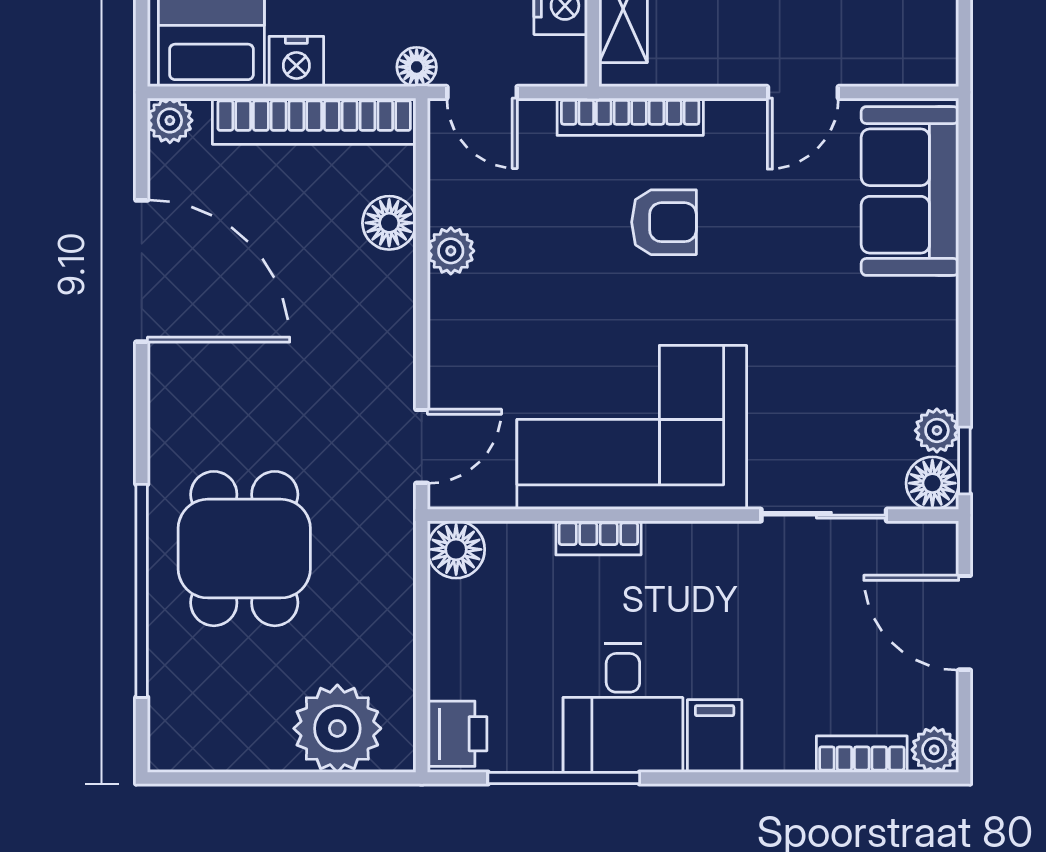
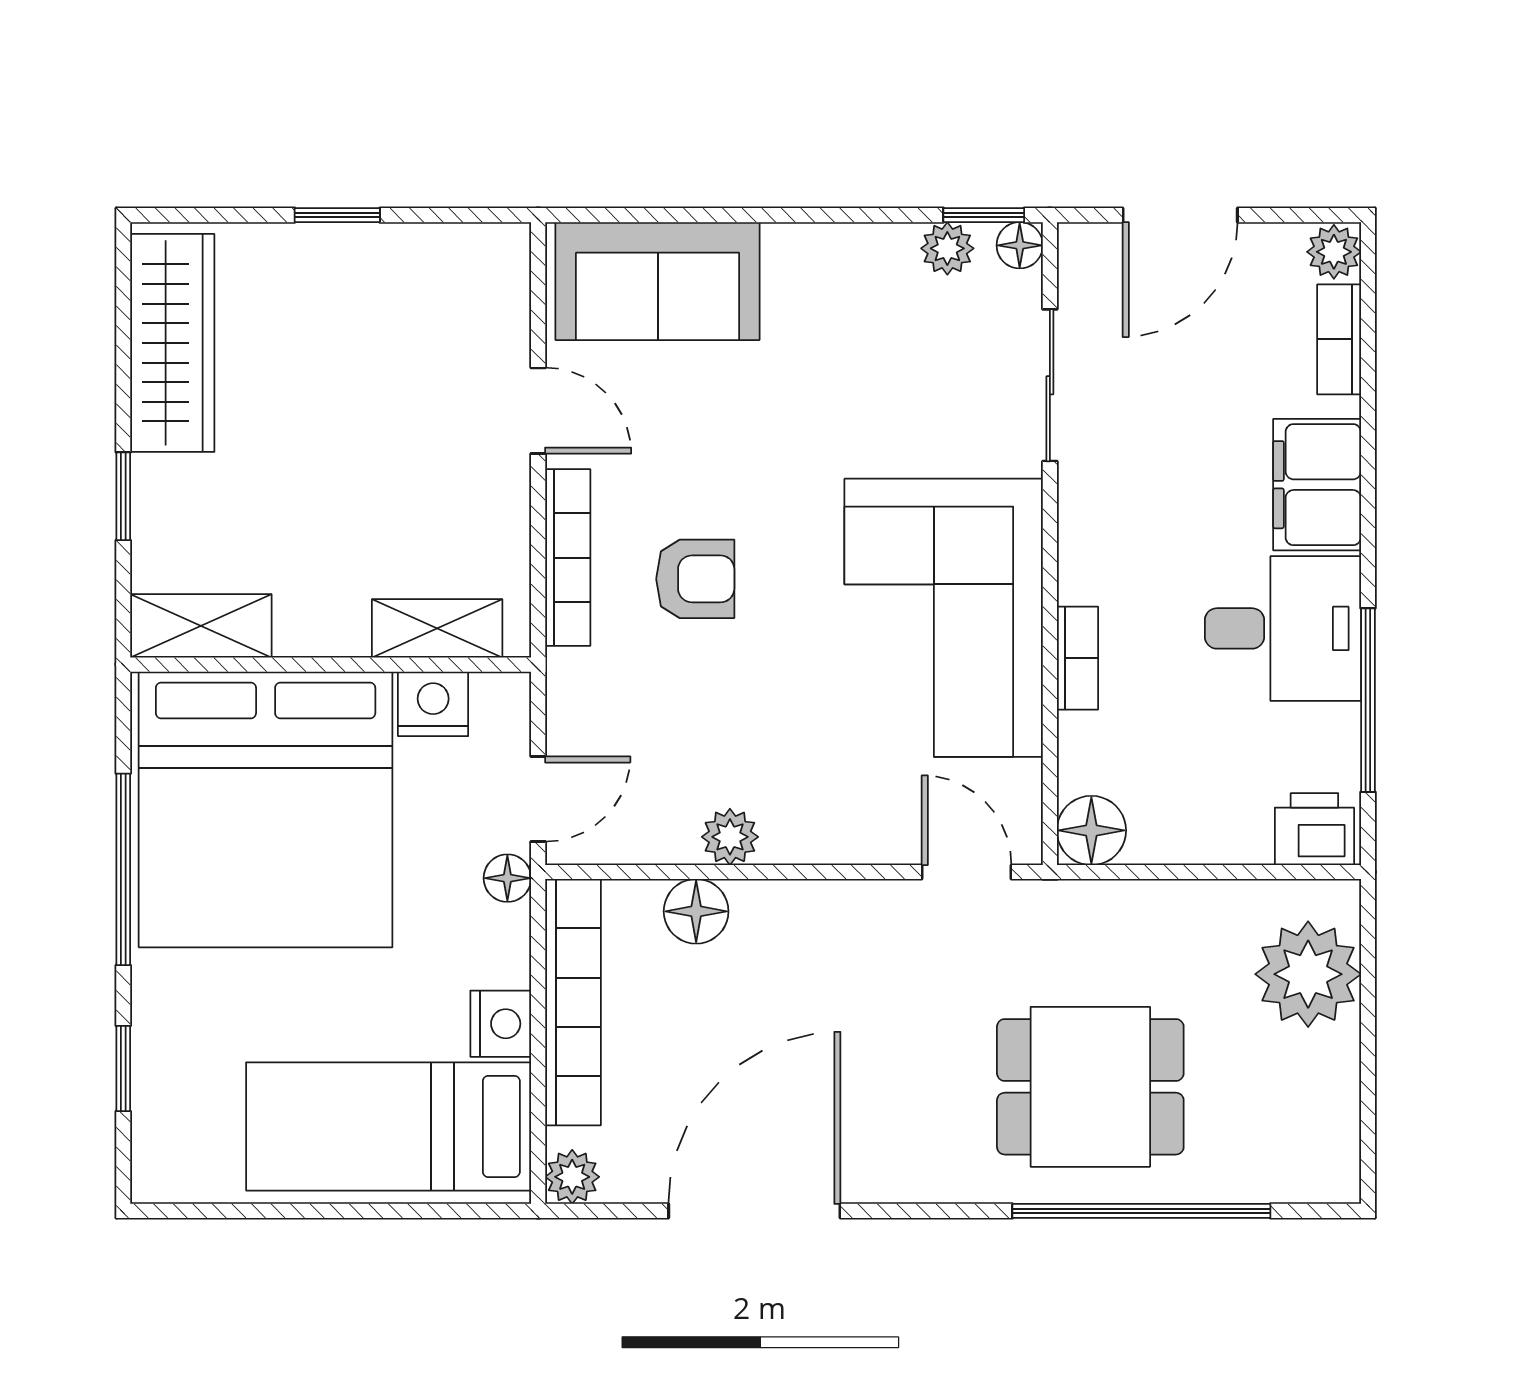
bookcase: (630, 117) -> (568, 558), moved
armchair: (664, 222) -> (695, 579), turned 90
floor lamp: (932, 483) -> (1020, 245), width x0.73, depth x0.73
filing cabinet: (715, 736) -> (1317, 485), width x2.00

